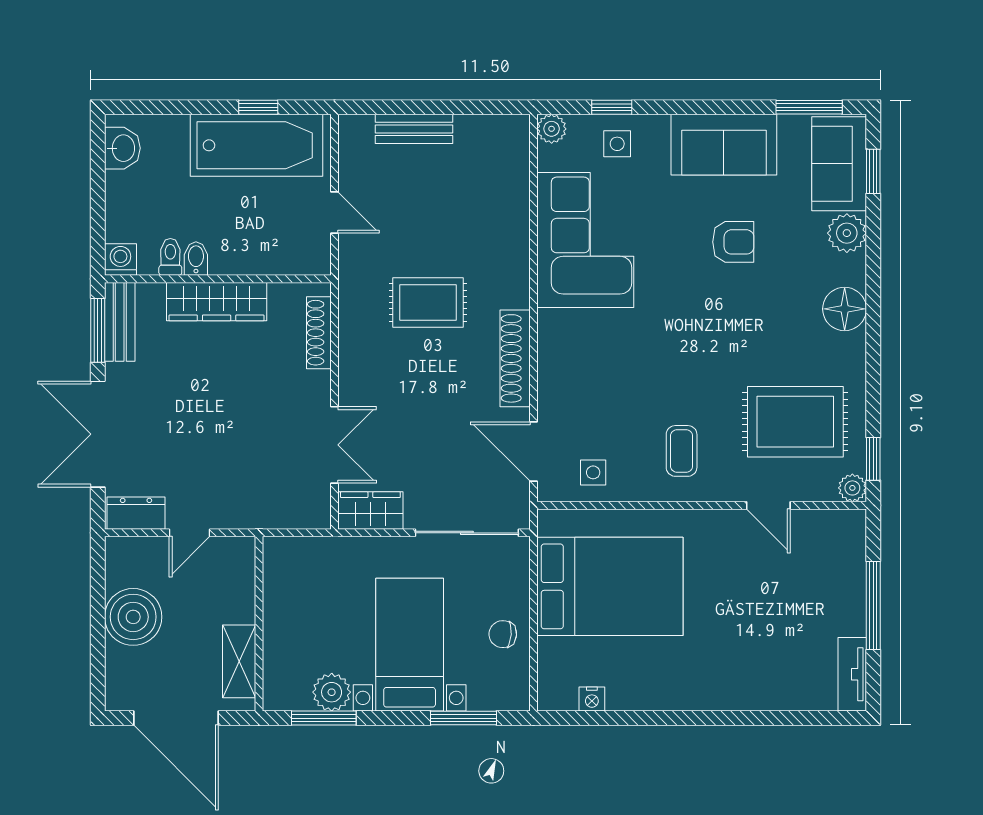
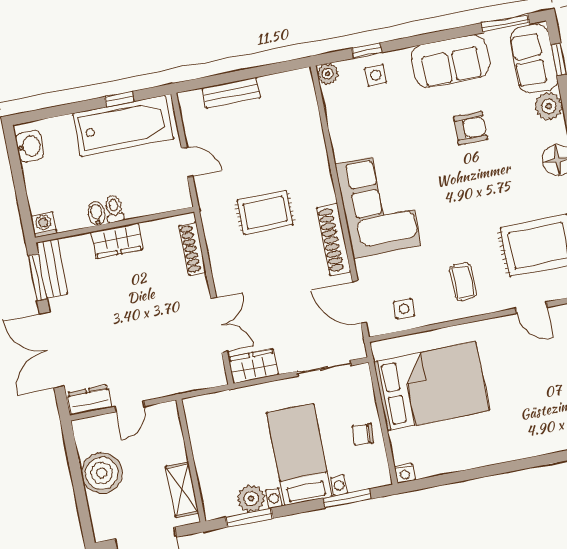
corner sofa: (585, 240) -> (378, 205), moved
toilet: (170, 257) -> (114, 209), moved
wardrobe: (217, 302) -> (117, 241), width x0.67
sliding door: (467, 533) -> (324, 368), width x0.73
nightstand: (592, 699) -> (405, 473), moved

